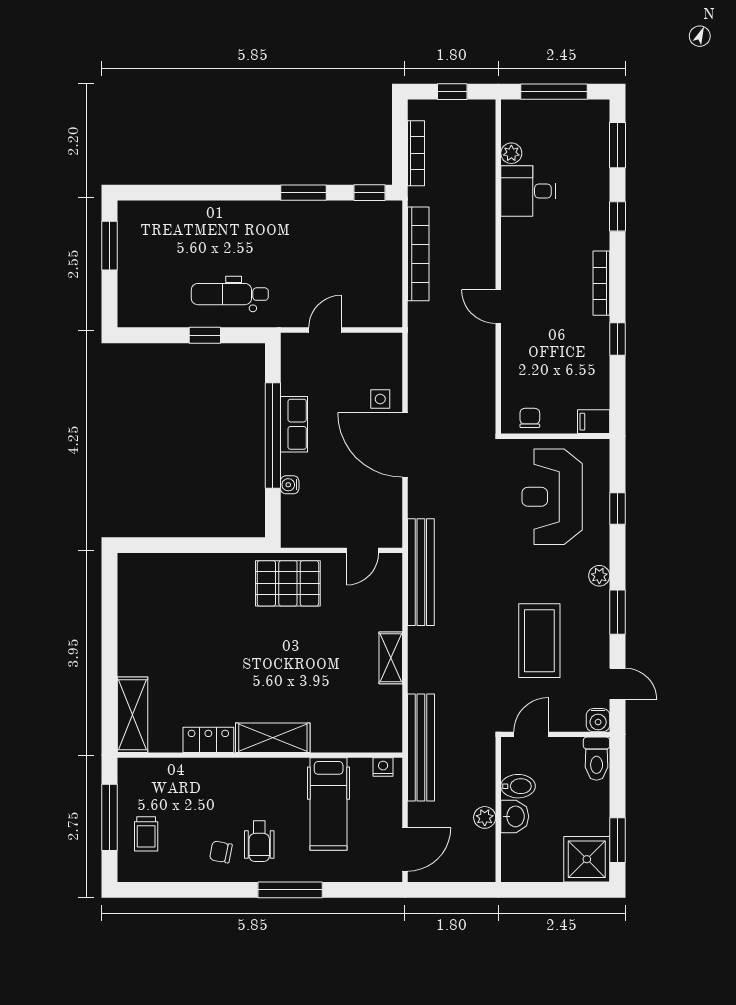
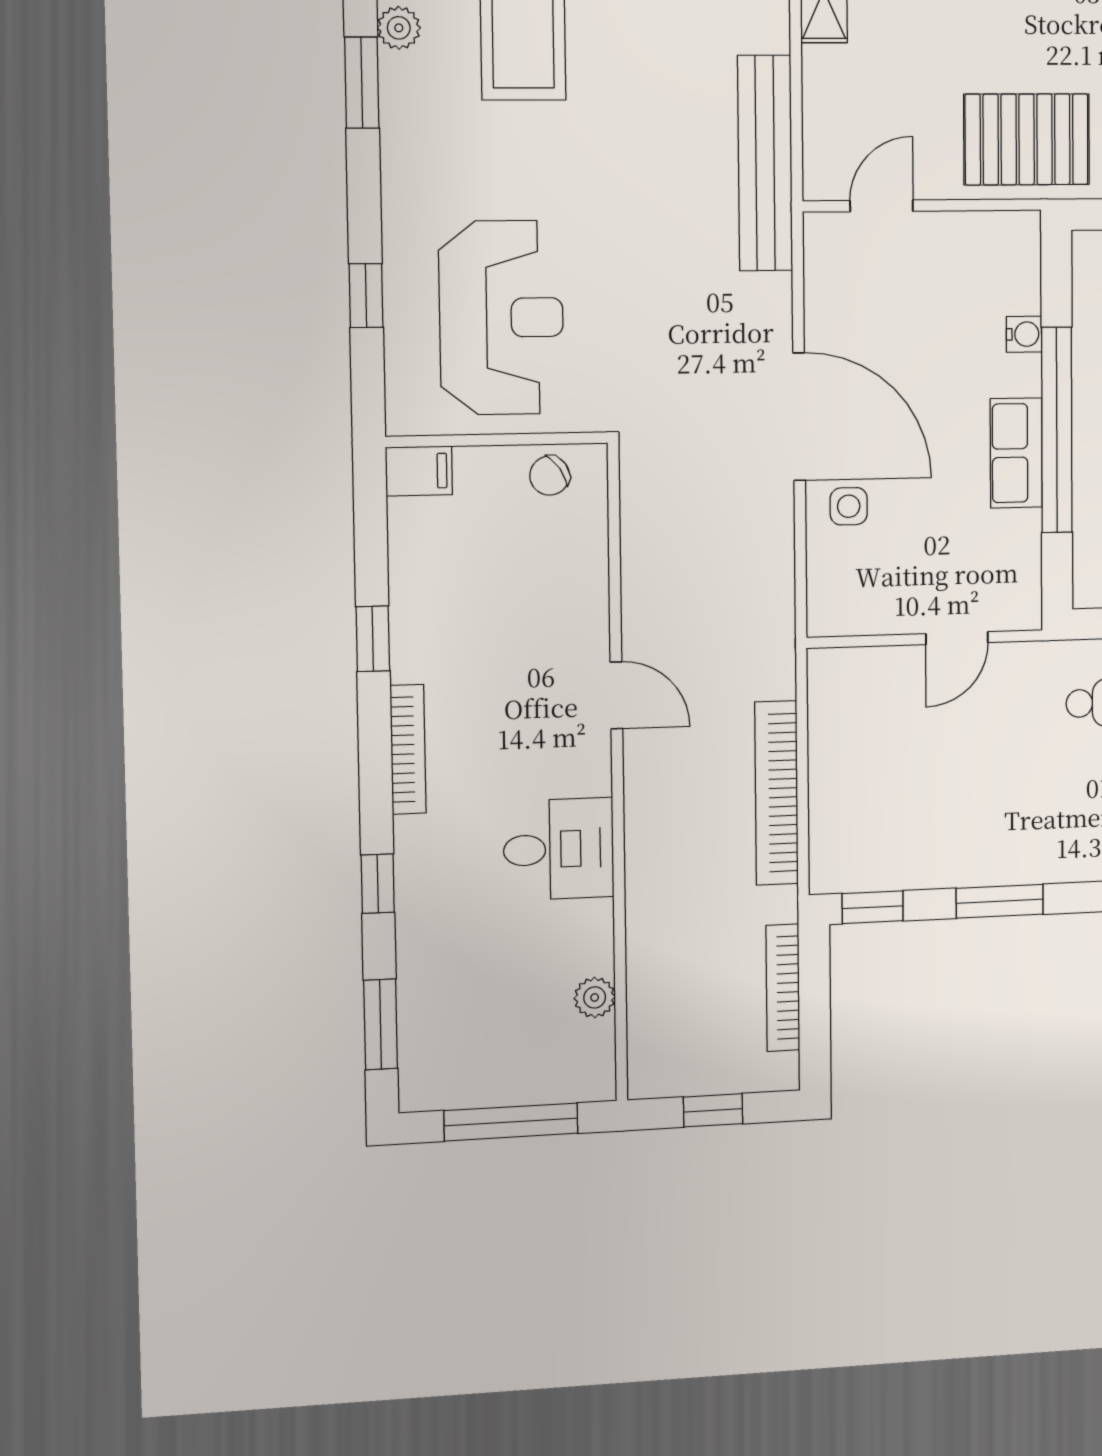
desk: (528, 191) -> (559, 849), moved
chair: (530, 418) -> (550, 476), turned 56
plant: (599, 576) -> (399, 28), moved

